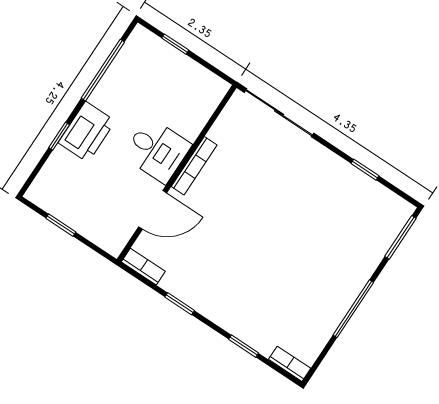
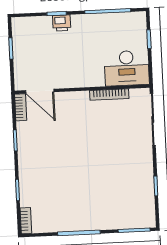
printer: (87, 132) -> (62, 23), width x0.53, depth x0.68
desk: (157, 150) -> (127, 68), moved, width x1.37
bookcase: (194, 166) -> (109, 95), moved
door: (153, 210) -> (40, 91), moved

